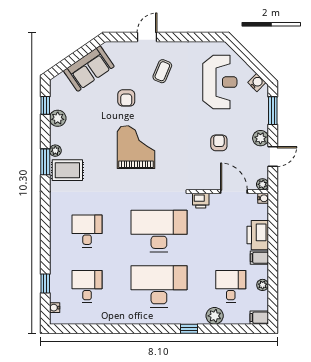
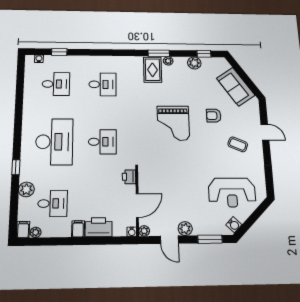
armchair: (219, 143) -> (180, 192), removed
grand piano: (136, 147) -> (173, 123), turned 90
desk: (159, 231) -> (102, 142), width x0.53, depth x0.77
plant: (263, 285) -> (36, 232), moved

